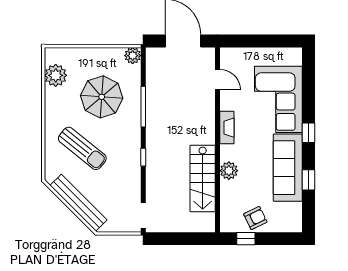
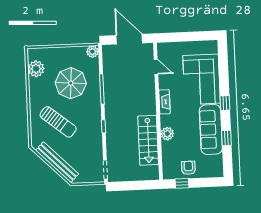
armchair: (255, 218) -> (188, 168), turned -64

